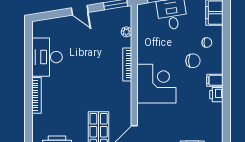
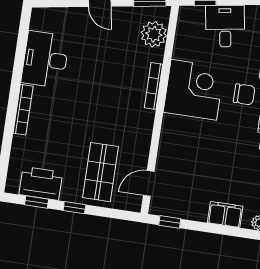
plant: (126, 32) -> (154, 34), width x1.87, depth x1.87
corner desk: (156, 84) -> (194, 90), moved

